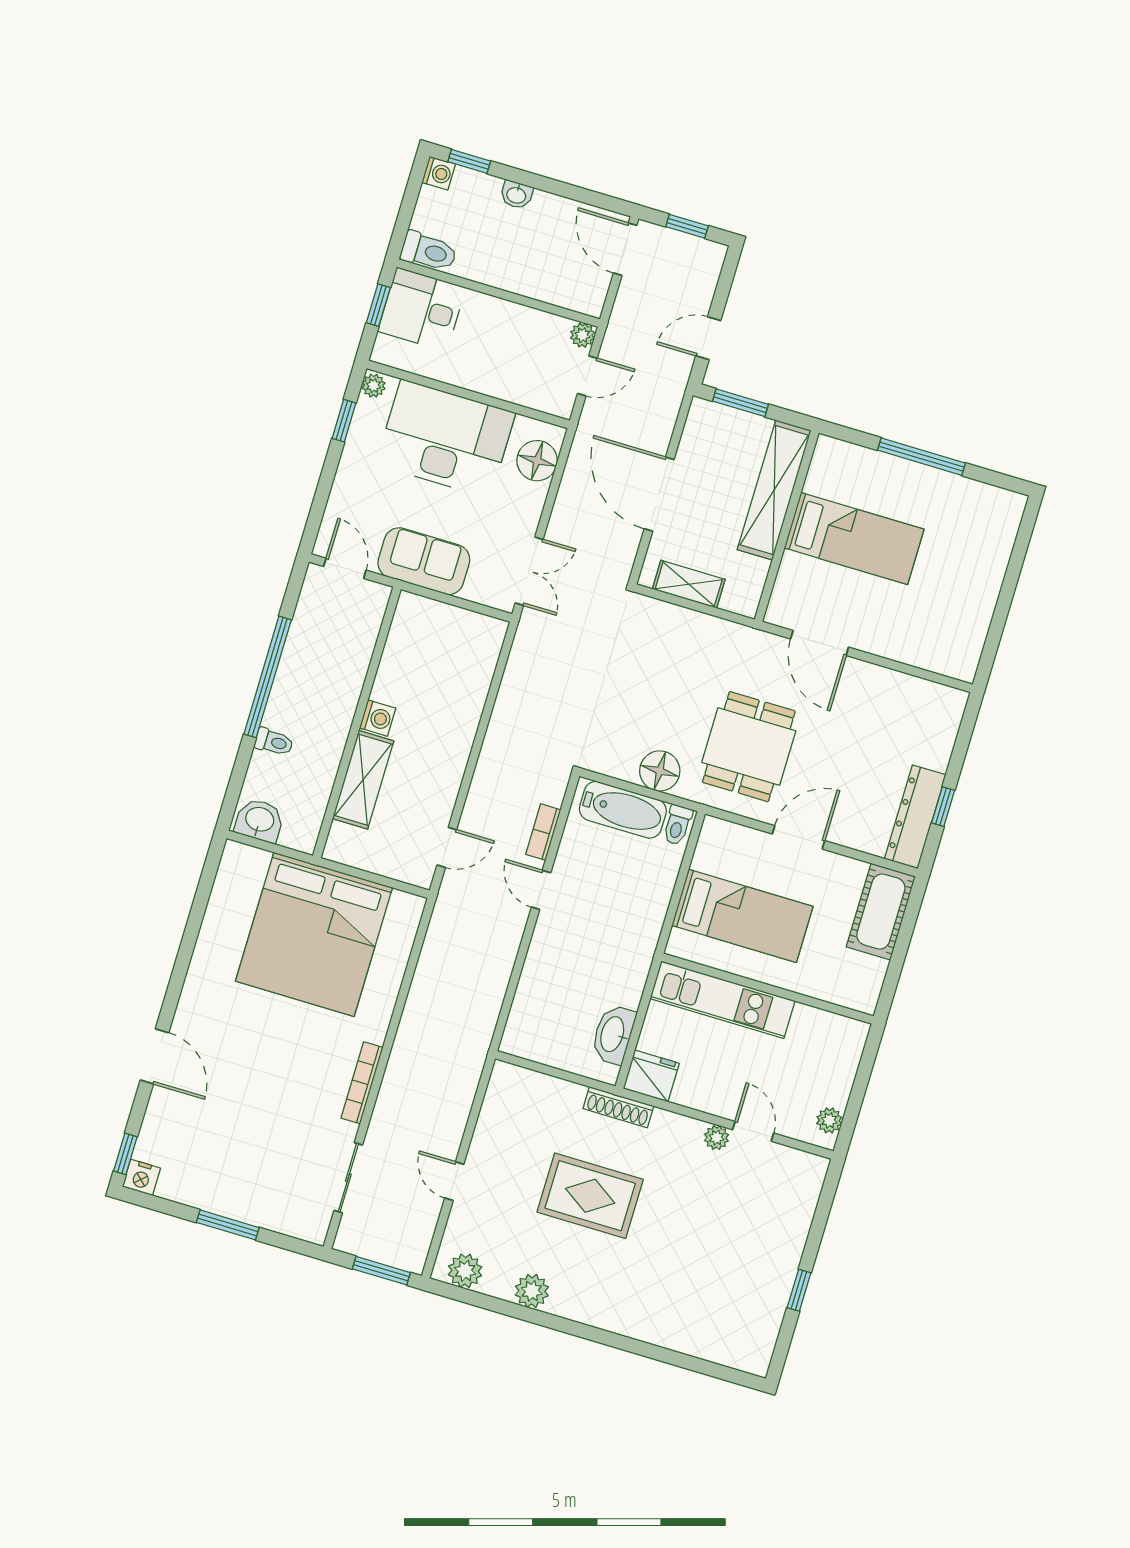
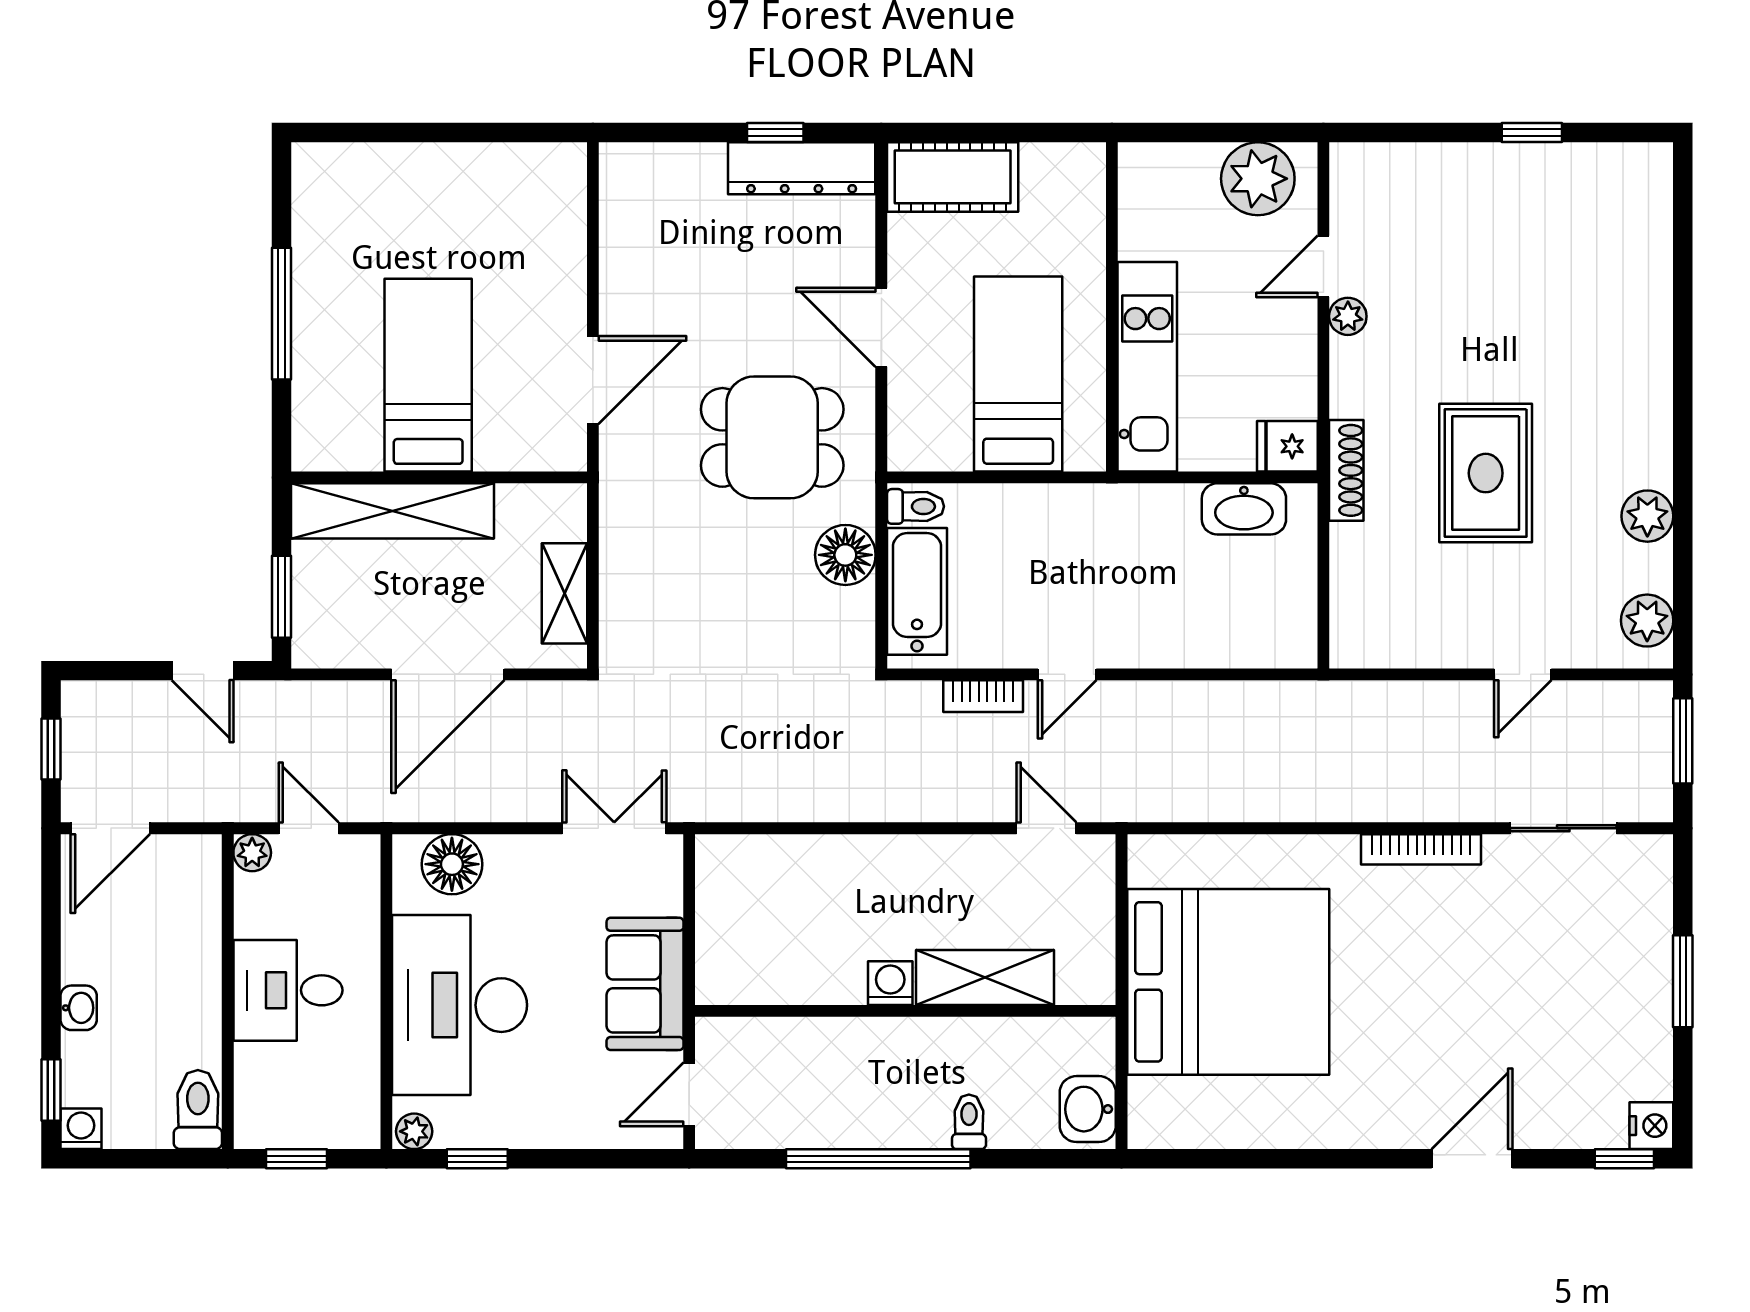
desk: (422, 309) -> (288, 990), moved, turned 90
fridge: (651, 1076) -> (1287, 446), width x0.72
plant: (829, 1120) -> (1258, 179), width x1.88, depth x1.88

